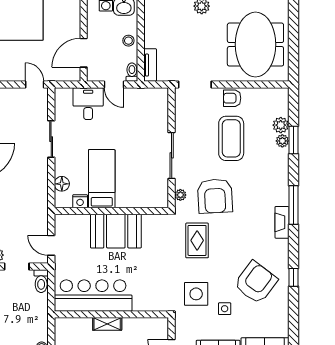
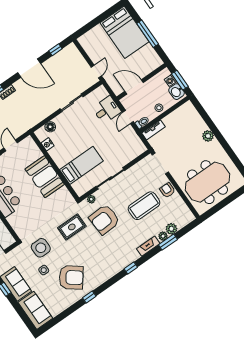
bed: (102, 179) -> (81, 165), moved
window: (293, 205) -> (131, 268), width x0.46
fireplace: (282, 222) -> (148, 246), moved

